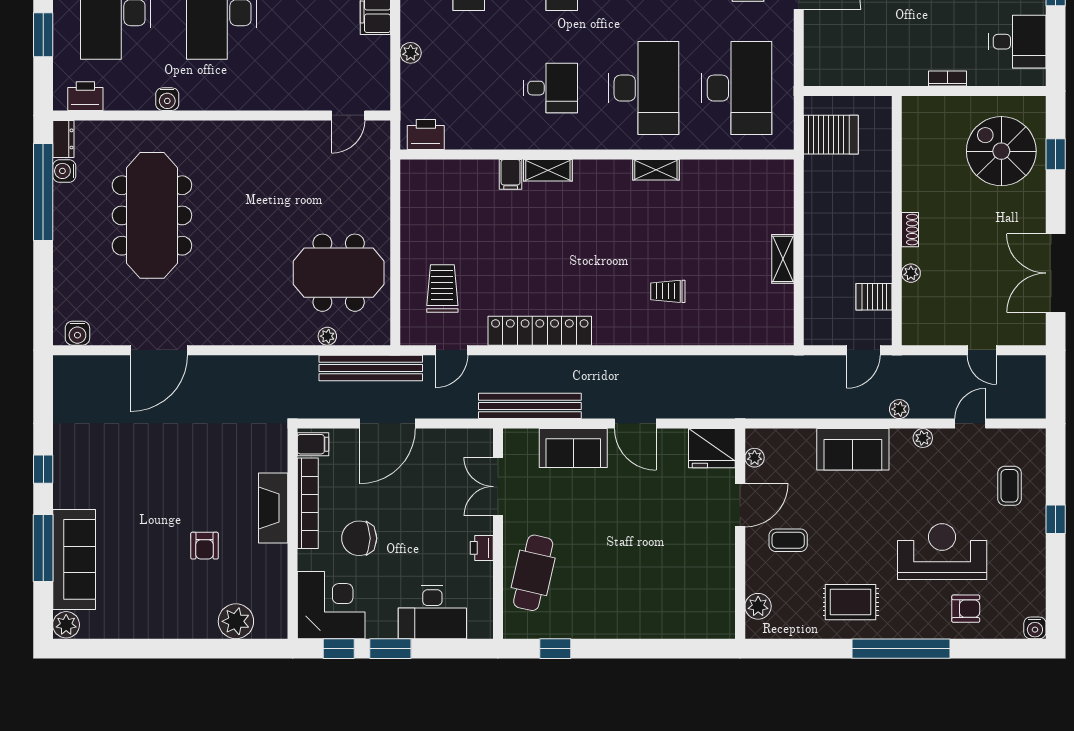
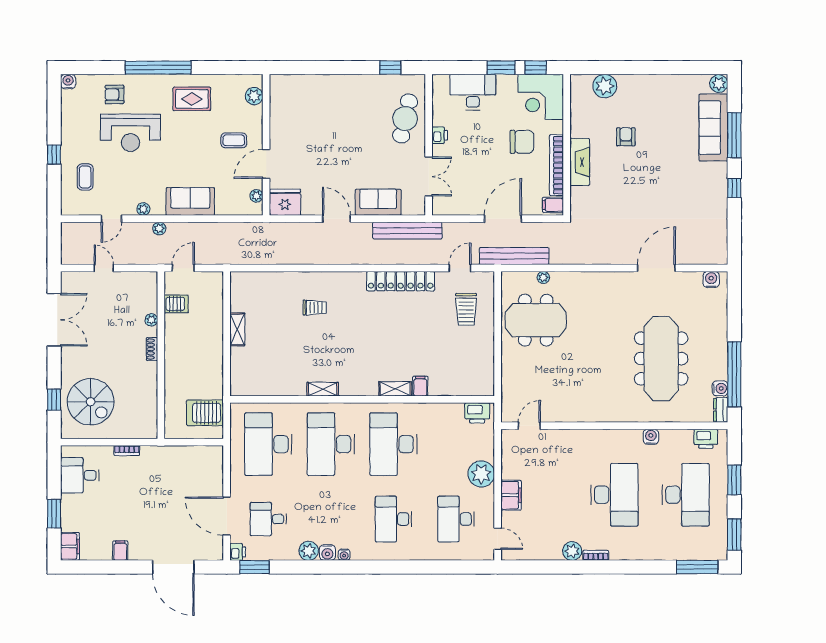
plant: (411, 53) -> (481, 474), width x1.87, depth x1.87
desk: (550, 88) -> (393, 444), width x1.87, depth x1.30

